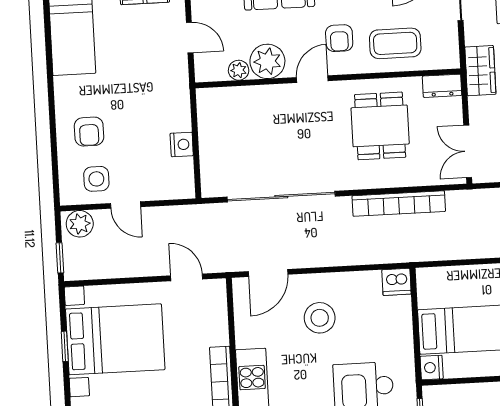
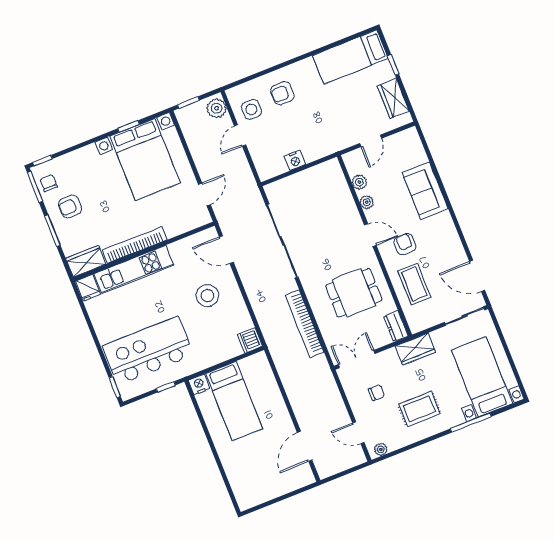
armchair: (339, 38) -> (405, 244), turned 90
plant: (267, 61) -> (367, 202), width x0.53, depth x0.53

